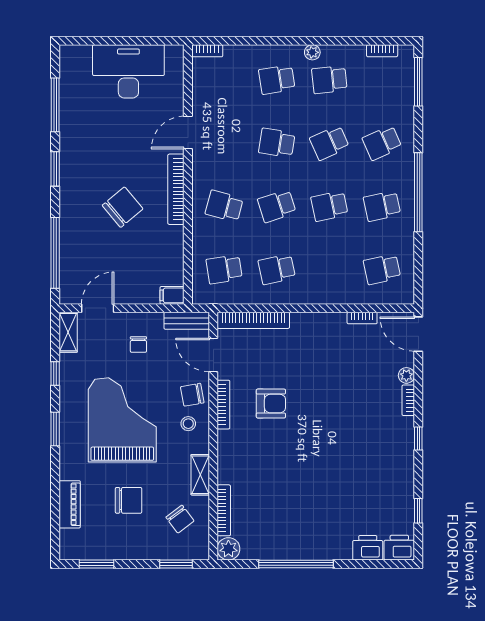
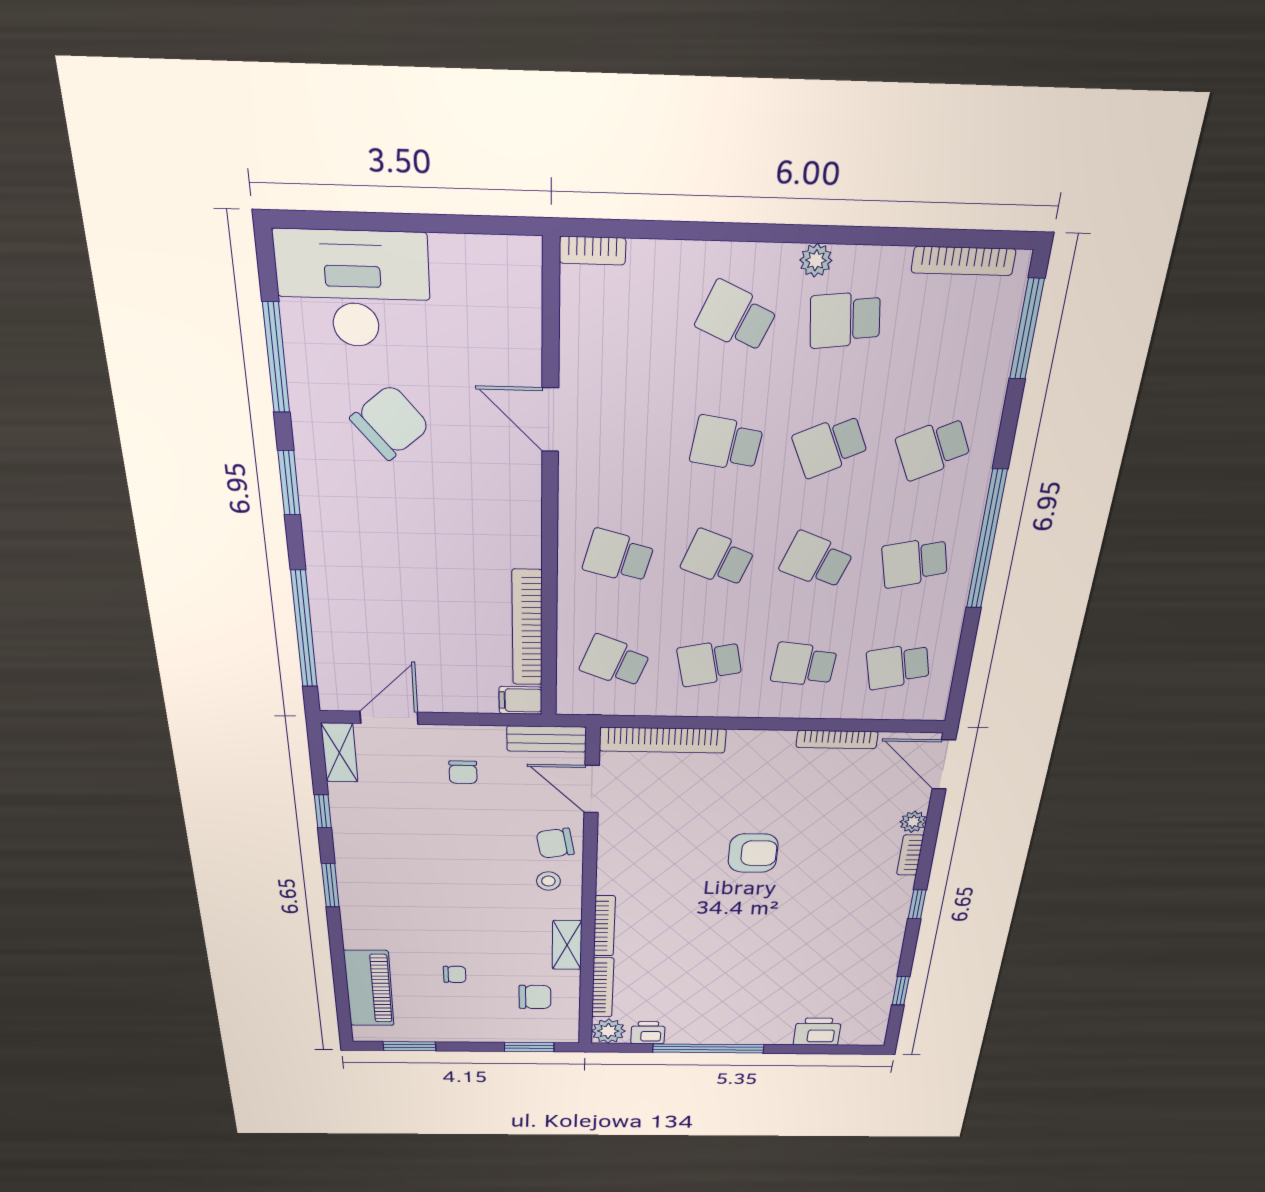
bookcase: (382, 51) -> (963, 261), width x1.56
desk: (128, 71) -> (354, 289), moved
school desk: (277, 80) -> (736, 317), turned 33
door: (188, 133) -> (550, 420), hinge flipped
bookcase: (176, 189) -> (527, 628), moved
school desk: (277, 206) -> (717, 558), turned 39
school desk: (329, 206) -> (816, 560), turned 33
chair: (123, 207) -> (390, 423), moved
school desk: (224, 269) -> (615, 661), turned 30
school desk: (329, 269) -> (804, 665), added
bookcase: (362, 318) -> (837, 740), width x1.56
armchair: (271, 404) -> (753, 853), moved
bookcase: (223, 405) -> (604, 926), moved
grand piano: (122, 420) -> (440, 875), removed
chair: (129, 500) -> (455, 974), width x0.54, depth x0.54
piano: (70, 504) -> (369, 988), width x1.37, depth x1.33
chair: (180, 519) -> (535, 997), turned -53
printer: (399, 548) -> (648, 1033), moved, width x0.73, depth x0.81

